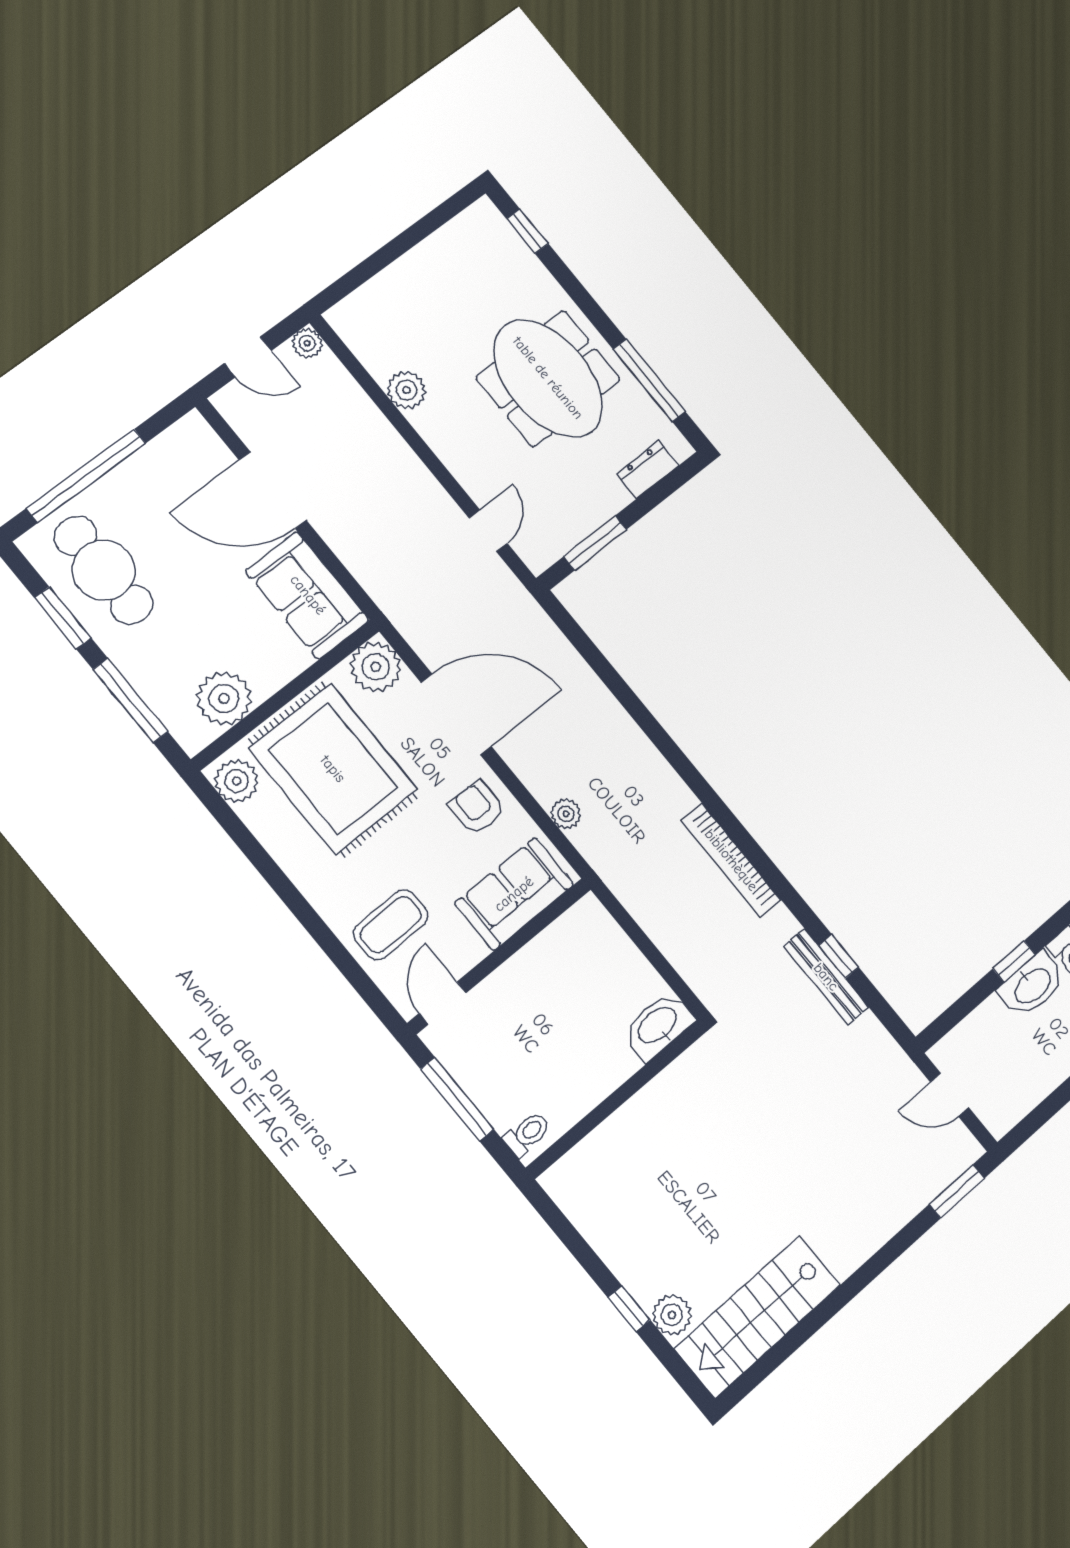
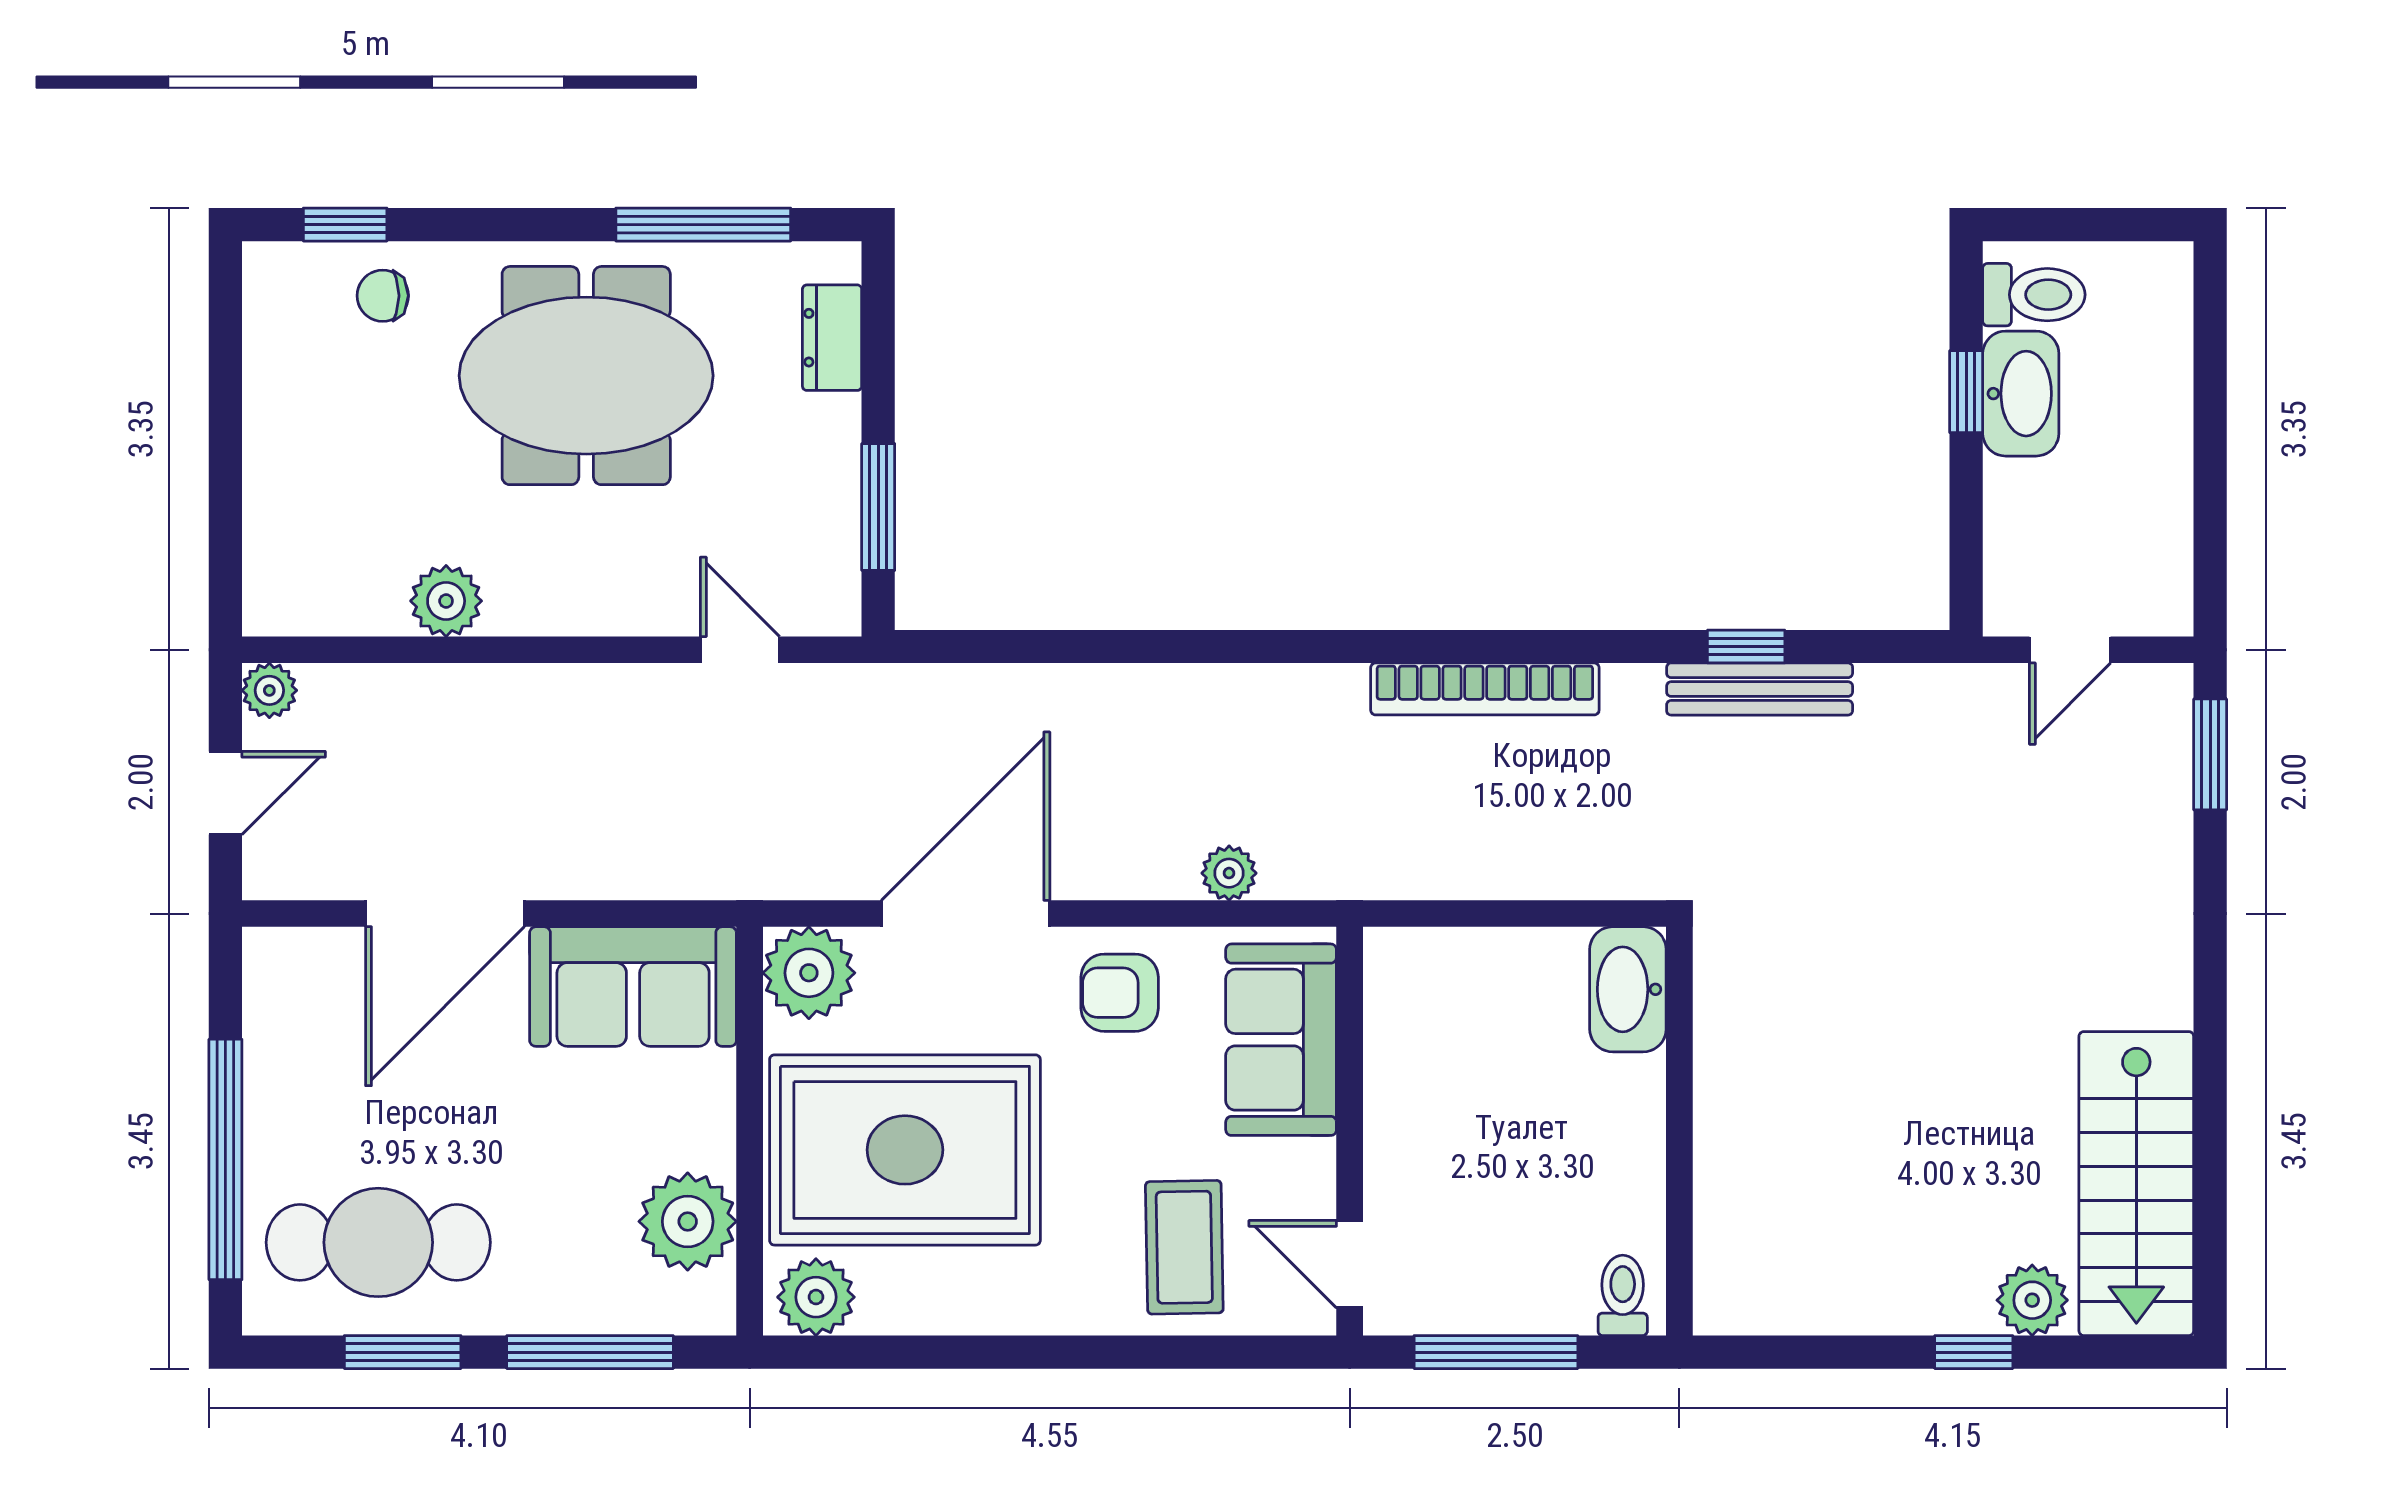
chair: (511, 269) -> (383, 296), added

